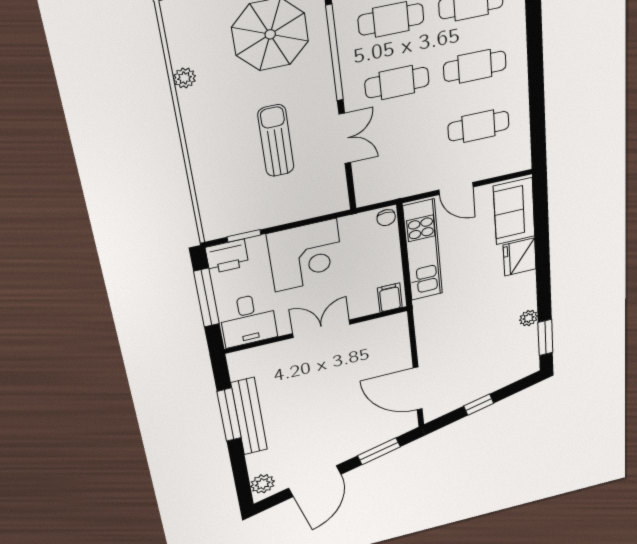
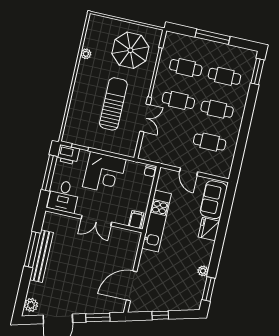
sun lounger: (276, 141) -> (113, 104), width x1.36, depth x1.34
kitchen unit: (423, 250) -> (157, 221), moved
double door: (321, 329) -> (96, 221), swing flipped
door: (418, 389) -> (132, 286), hinge flipped

